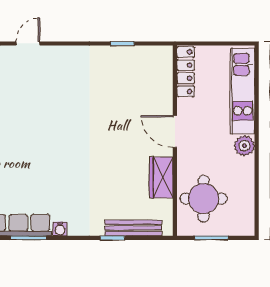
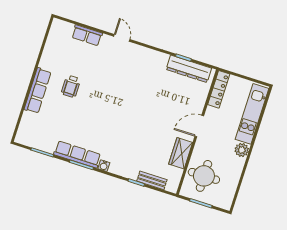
door: (28, 43) -> (122, 38), hinge flipped
dresser: (135, 57) -> (189, 69), added
door: (175, 131) -> (199, 126), hinge flipped
bench: (133, 228) -> (152, 180), width x0.73

